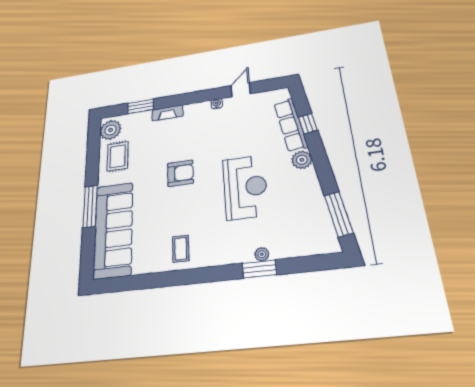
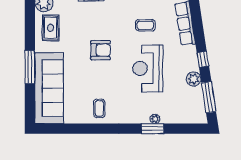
window: (308, 124) -> (203, 59), moved
coffee table: (237, 135) -> (145, 25), added
plant: (302, 160) -> (194, 79), moved
reception desk: (245, 187) -> (148, 68), turned 180

